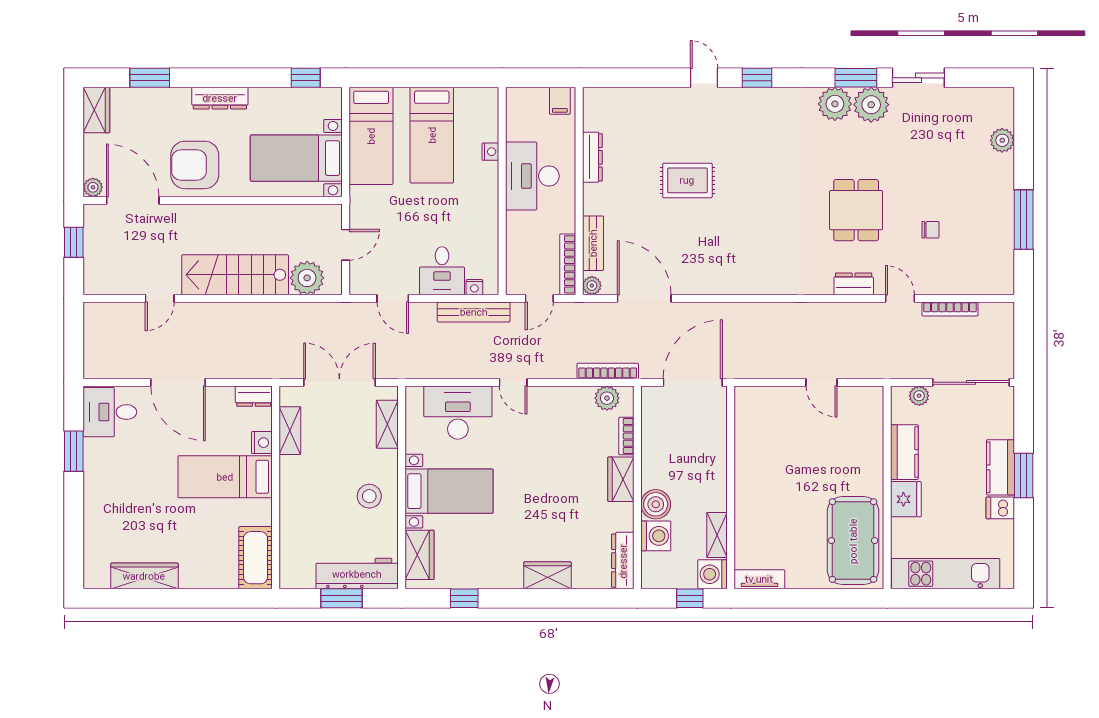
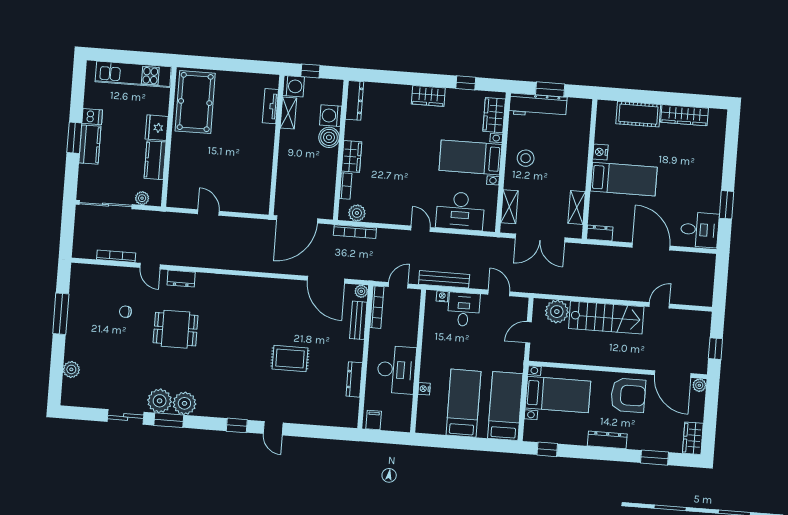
dining table: (856, 210) -> (176, 329), turned 90
nightstand: (262, 443) -> (600, 152), moved
cot: (256, 558) -> (638, 114), moved, turned 90
wardrobe: (547, 575) -> (428, 96), moved
tv unit: (759, 579) -> (270, 106), moved, turned 90

